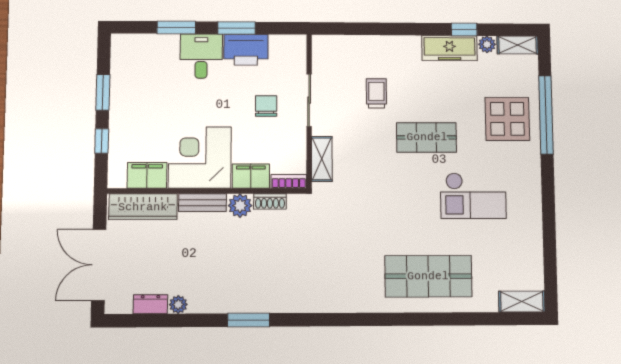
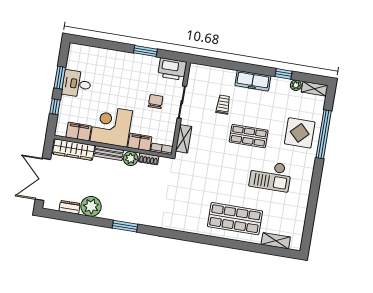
window: (176, 28) -> (109, 45), removed
freezer: (449, 48) -> (253, 81), moved
printer: (246, 50) -> (172, 69), moved
desk: (201, 56) -> (77, 84), moved, turned -90
shelving: (522, 301) -> (276, 241), moved
plant: (178, 304) -> (91, 206), width x1.88, depth x1.88

